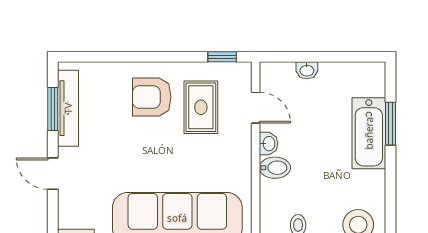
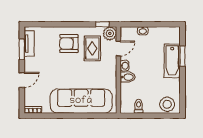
plant: (238, 76) -> (110, 33), added
tv unit: (68, 108) -> (29, 44), width x0.71
door: (256, 108) -> (118, 49), hinge flipped
door: (53, 174) -> (22, 80), swing flipped

